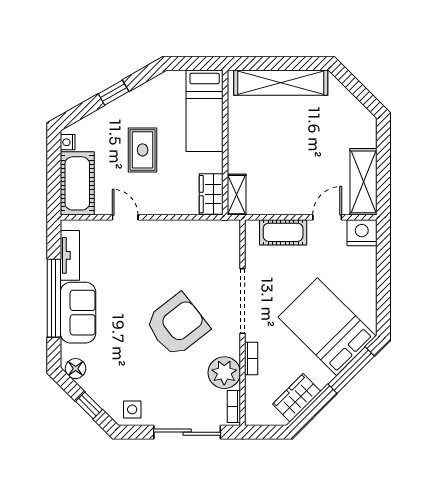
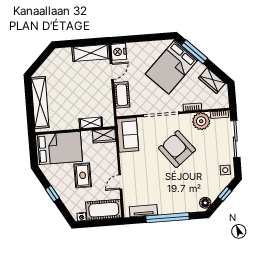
bed: (205, 111) -> (59, 148), width x1.50
rug: (143, 150) -> (83, 175), turned 90
shelving: (237, 195) -> (91, 123), moved
door: (327, 217) -> (112, 71), swing flipped
sofa: (78, 313) -> (128, 135), moved, turned 90

